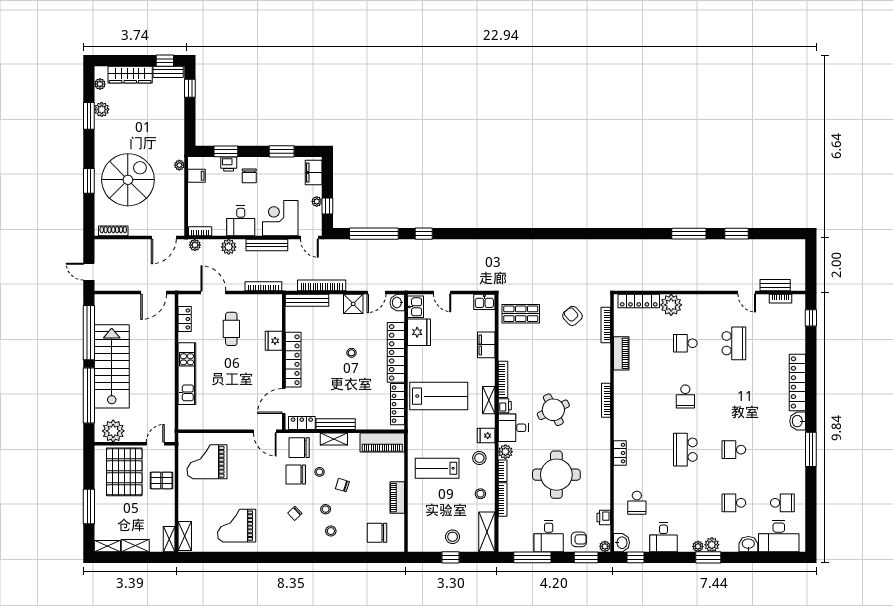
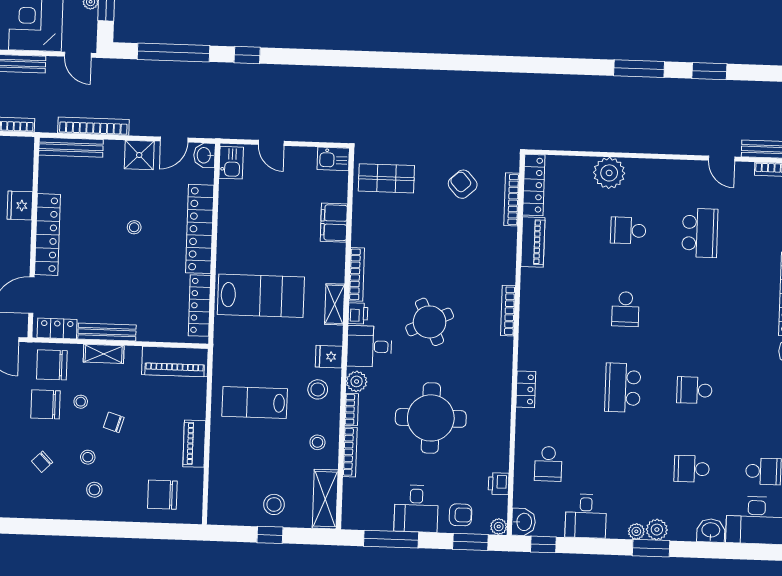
locker: (639, 301) -> (534, 185), moved, turned -90
fridge: (419, 332) -> (235, 200), removed

